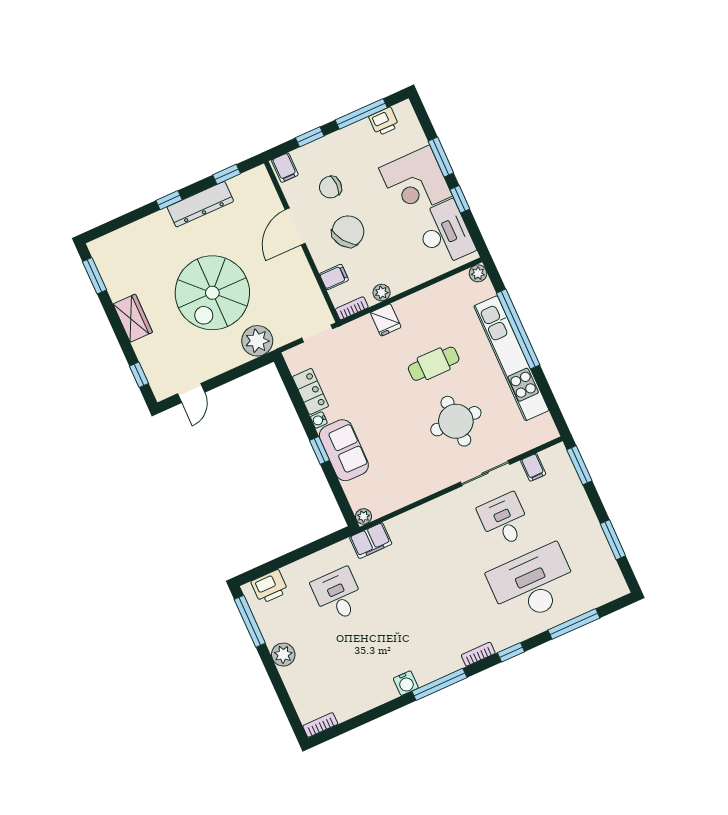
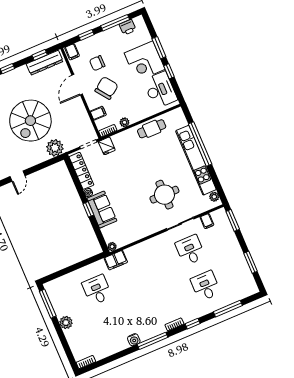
dresser: (200, 204) -> (45, 63), moved
plant: (478, 273) -> (214, 197), moved
fridge: (386, 320) -> (107, 146), moved
cafe table: (434, 364) -> (152, 129), moved
locker: (310, 391) -> (81, 171), width x1.53
desk: (533, 584) -> (206, 286), width x0.53, depth x0.77
printer: (270, 587) -> (59, 285), removed

